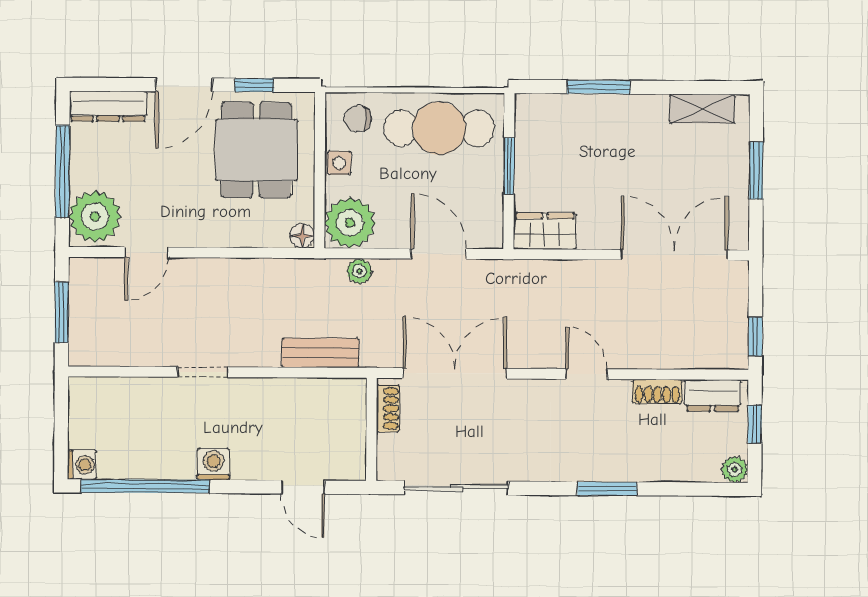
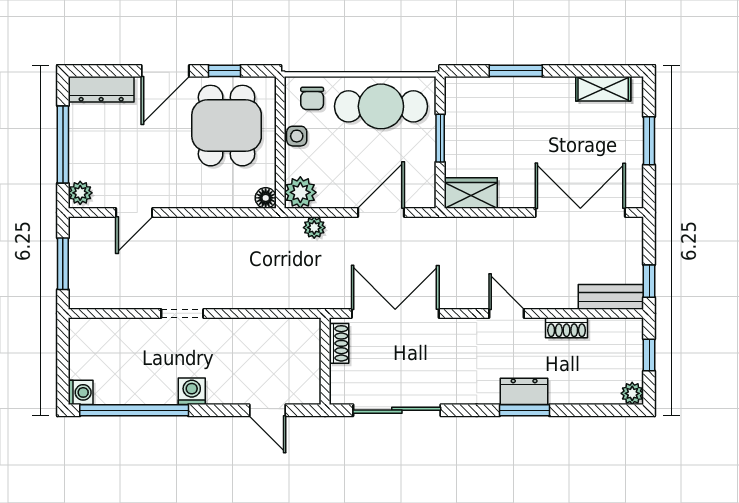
chair: (358, 118) -> (312, 98), turned -90
plant: (95, 217) -> (80, 193), width x0.53, depth x0.53
plant: (350, 223) -> (300, 192), width x0.73, depth x0.73
door: (439, 254) -> (381, 213), hinge flipped
bench: (320, 353) -> (611, 297), moved
dresser: (713, 395) -> (524, 391), moved, turned 180

